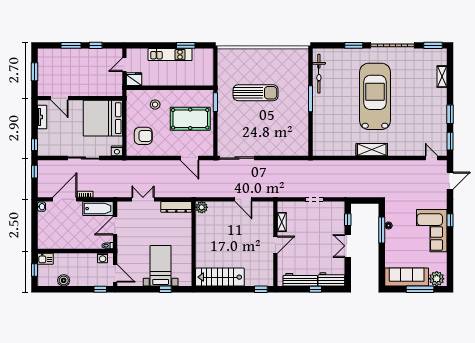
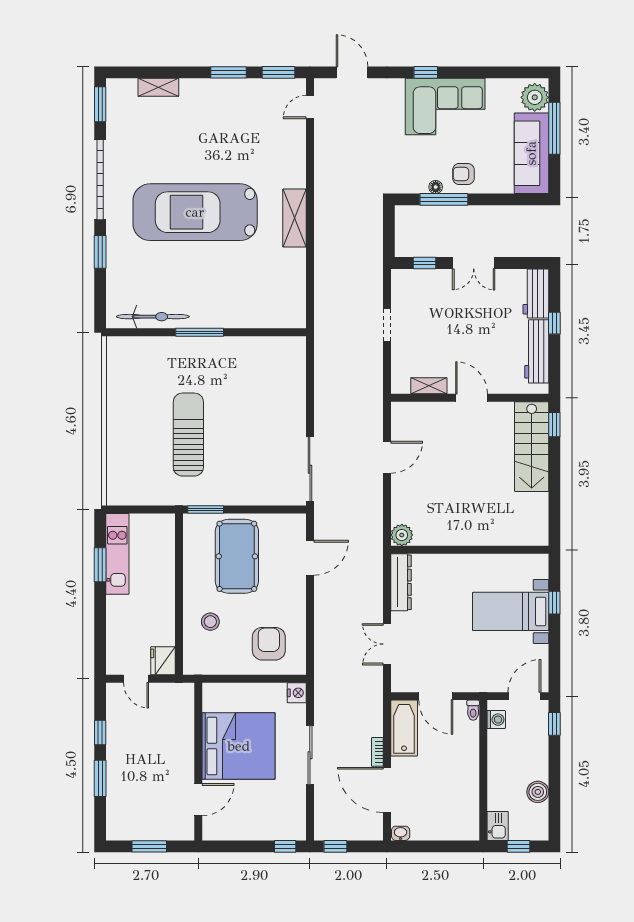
kitchen unit: (170, 55) -> (117, 554), moved
tv unit: (42, 117) -> (234, 832), removed
bed: (103, 118) -> (239, 746), moved, turned -90
armchair: (395, 240) -> (463, 174), added
stairs: (220, 277) -> (532, 447), moved

